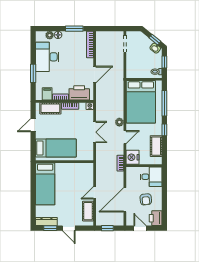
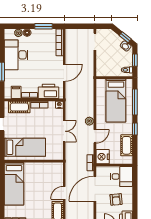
bed: (141, 102) -> (116, 100), width x0.67
door: (125, 200) -> (95, 189), moved

